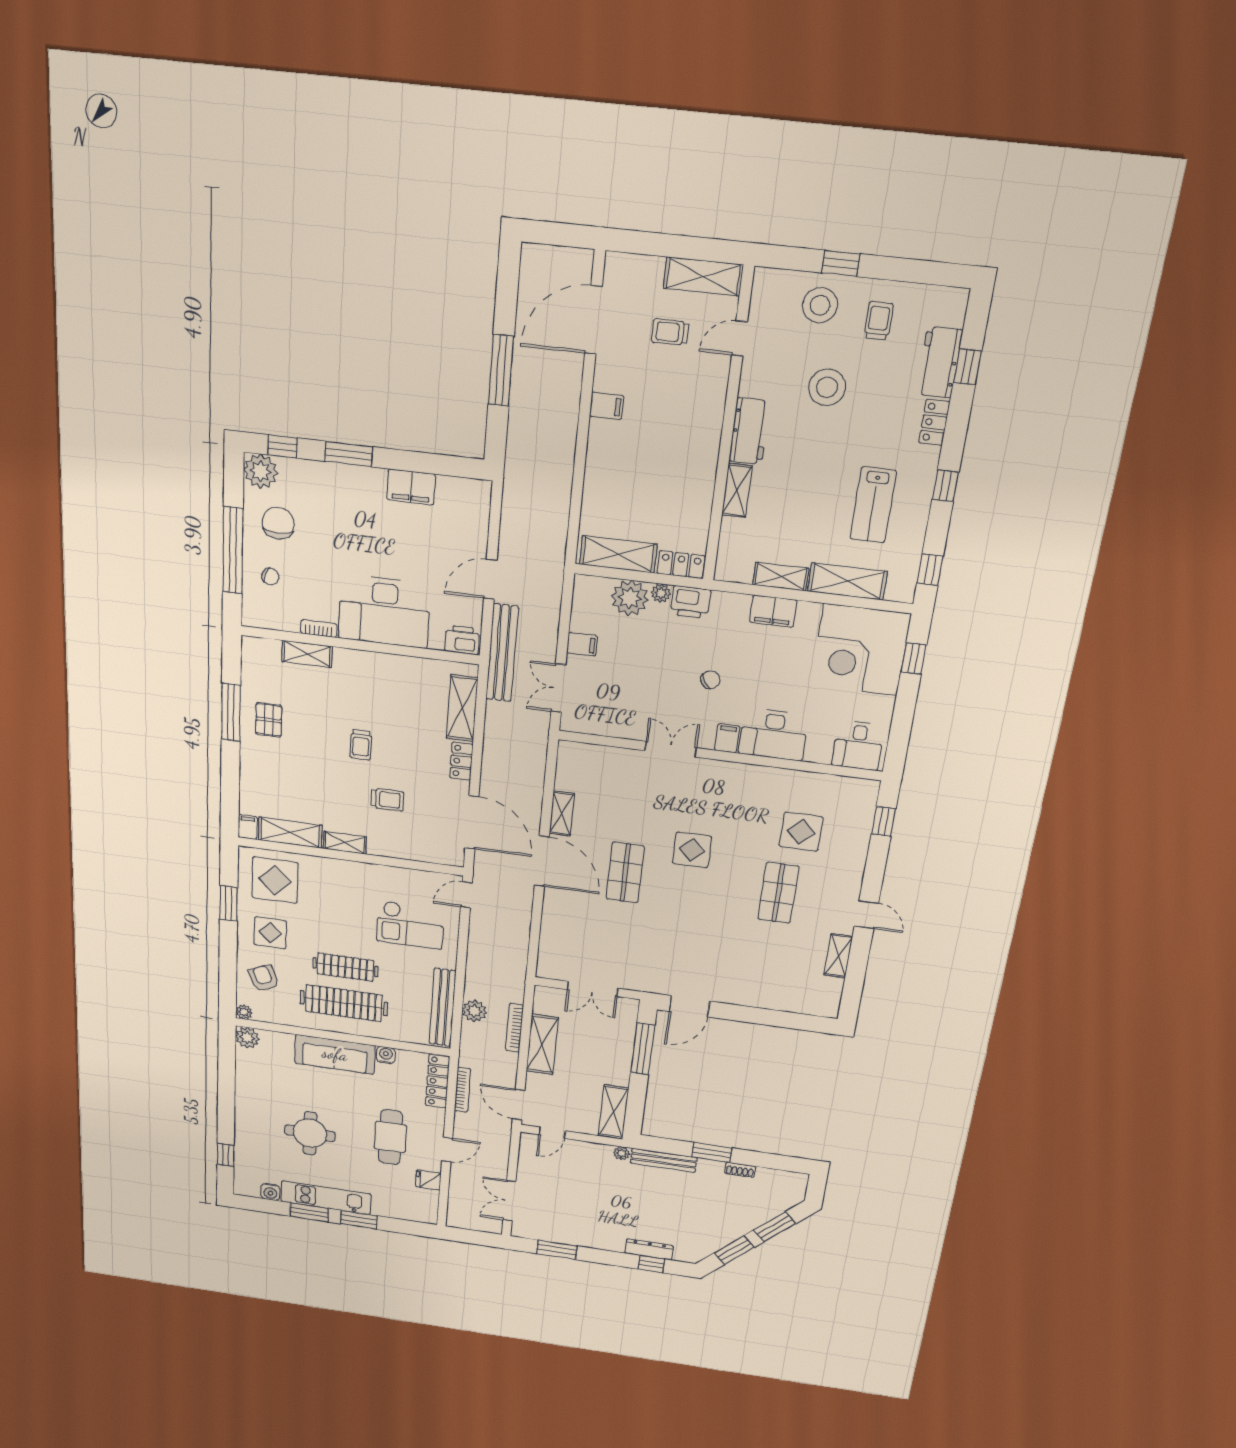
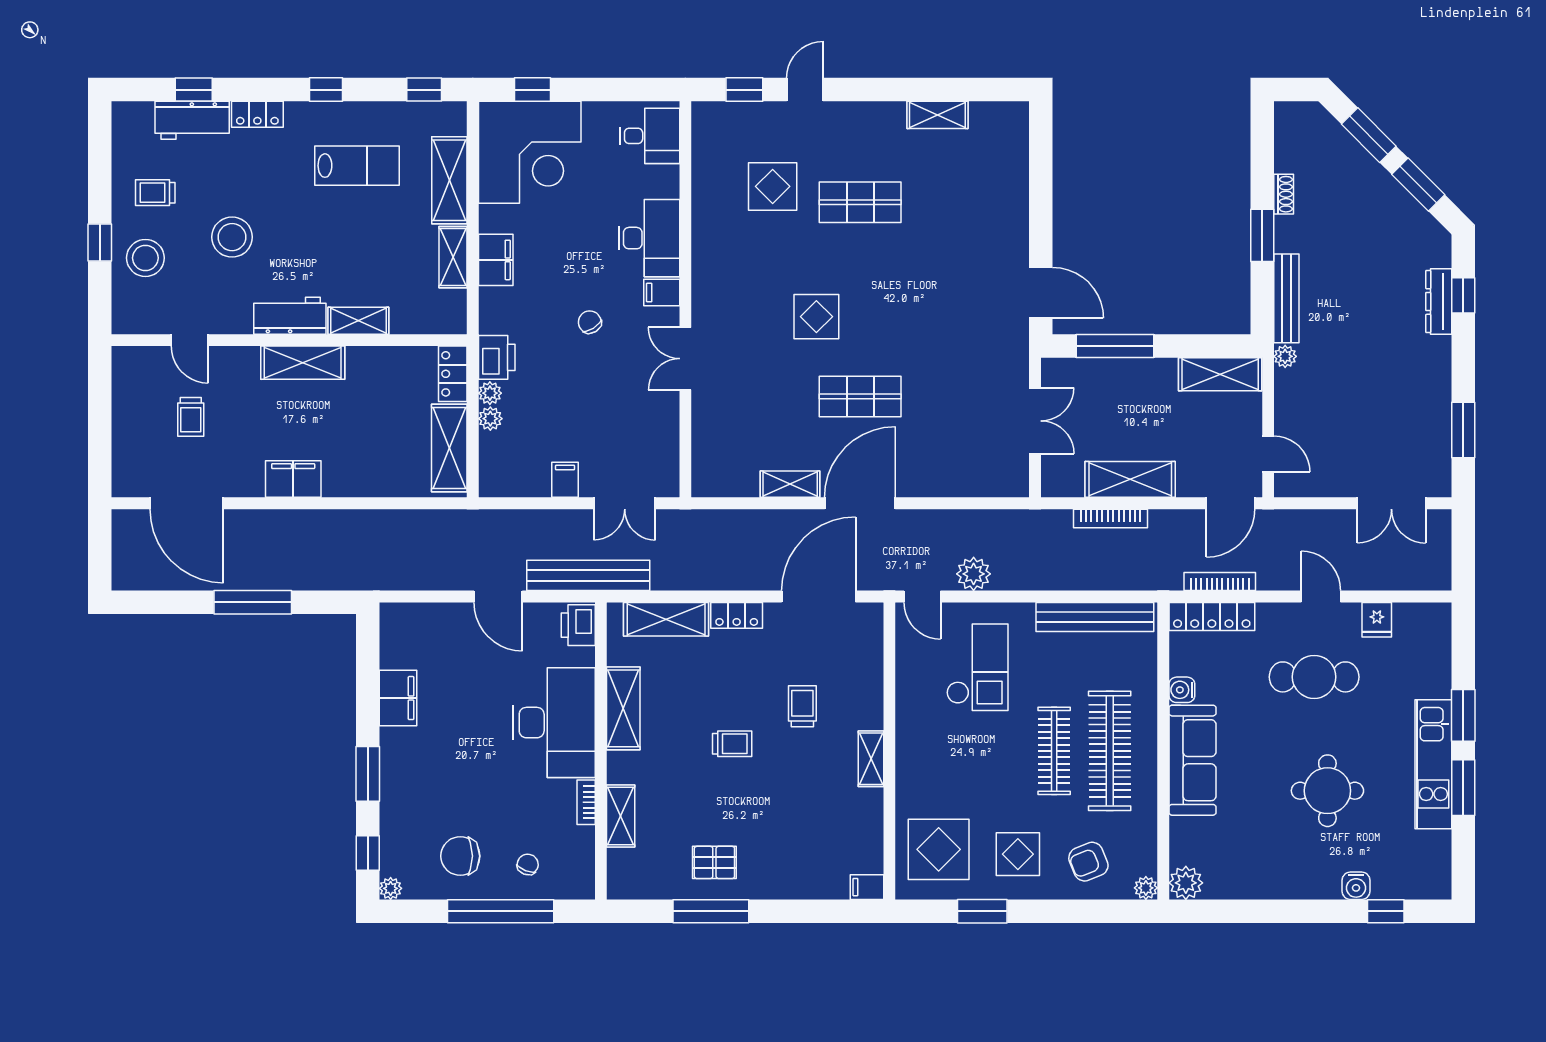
shelving: (703, 276) -> (303, 363), moved, turned 90
filing cabinet: (607, 406) -> (293, 479), width x2.00
plant: (261, 471) -> (391, 888), width x0.53, depth x0.53
plant: (630, 598) -> (490, 419), width x0.53, depth x0.53
shelving: (290, 833) -> (623, 708), moved
door: (866, 915) -> (805, 90), moved
plant: (474, 1011) -> (974, 574), moved
water cooler: (270, 1192) -> (1356, 886), moved, turned 90

